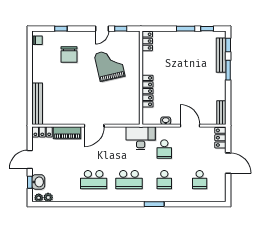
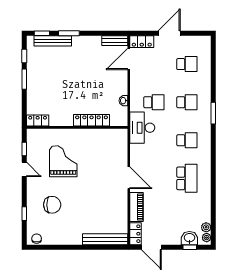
grand piano: (109, 65) -> (63, 161), turned 103
door: (190, 126) -> (129, 59), moved
door: (30, 159) -> (151, 247), moved
school desk: (129, 180) -> (187, 140), width x0.54

